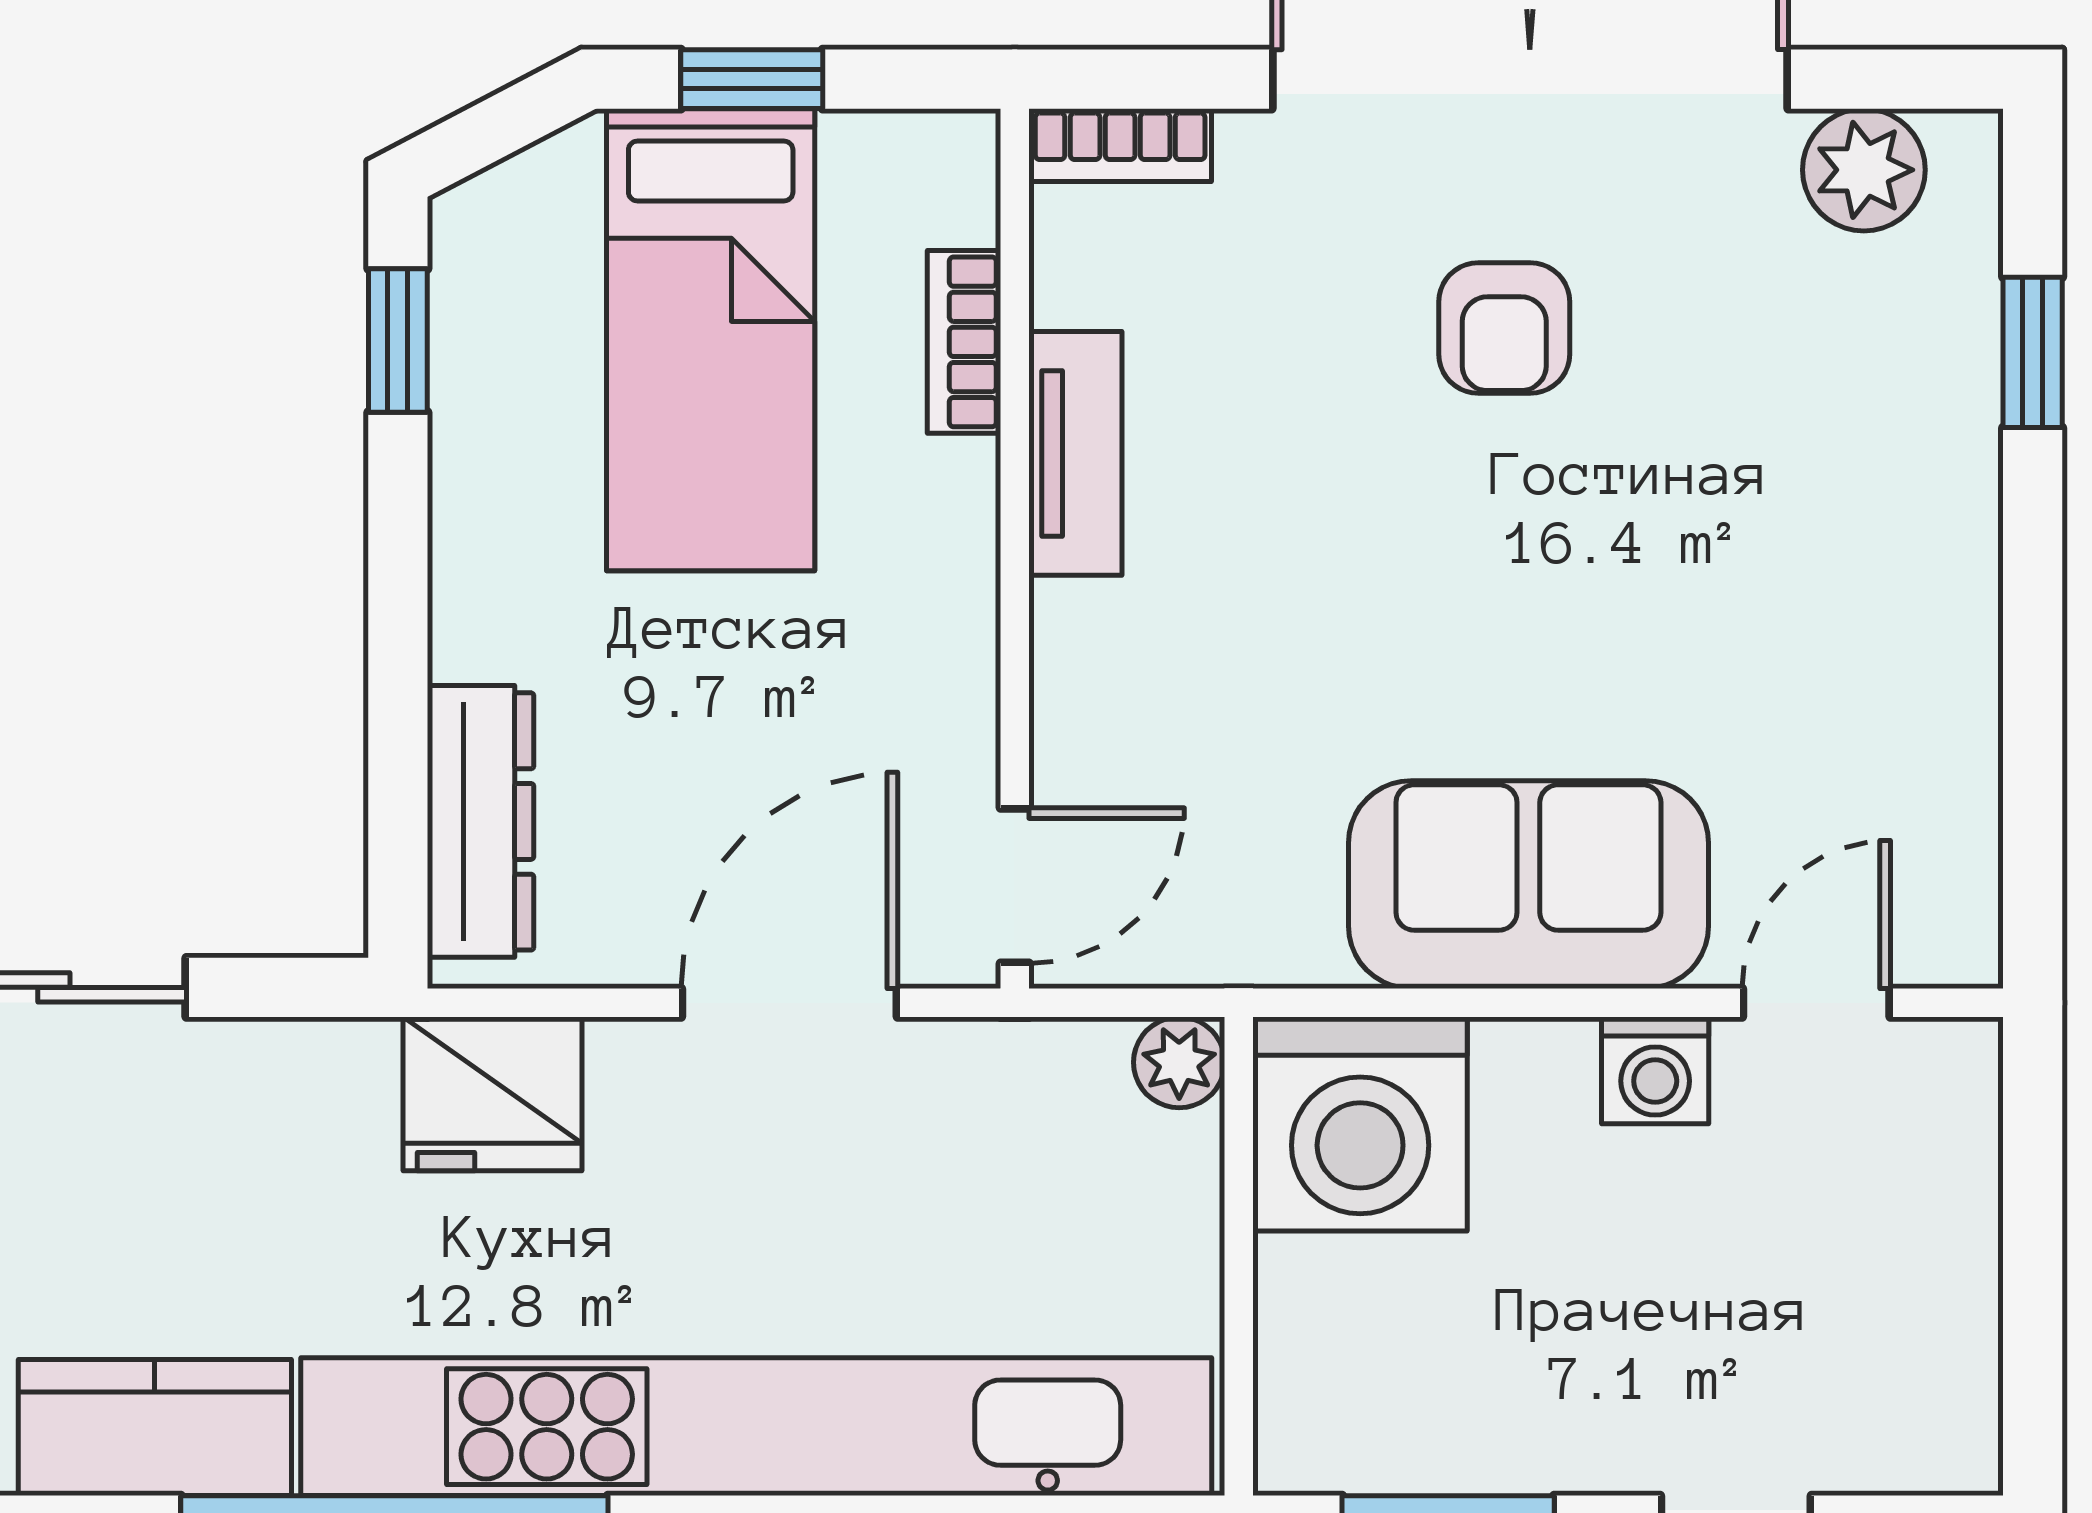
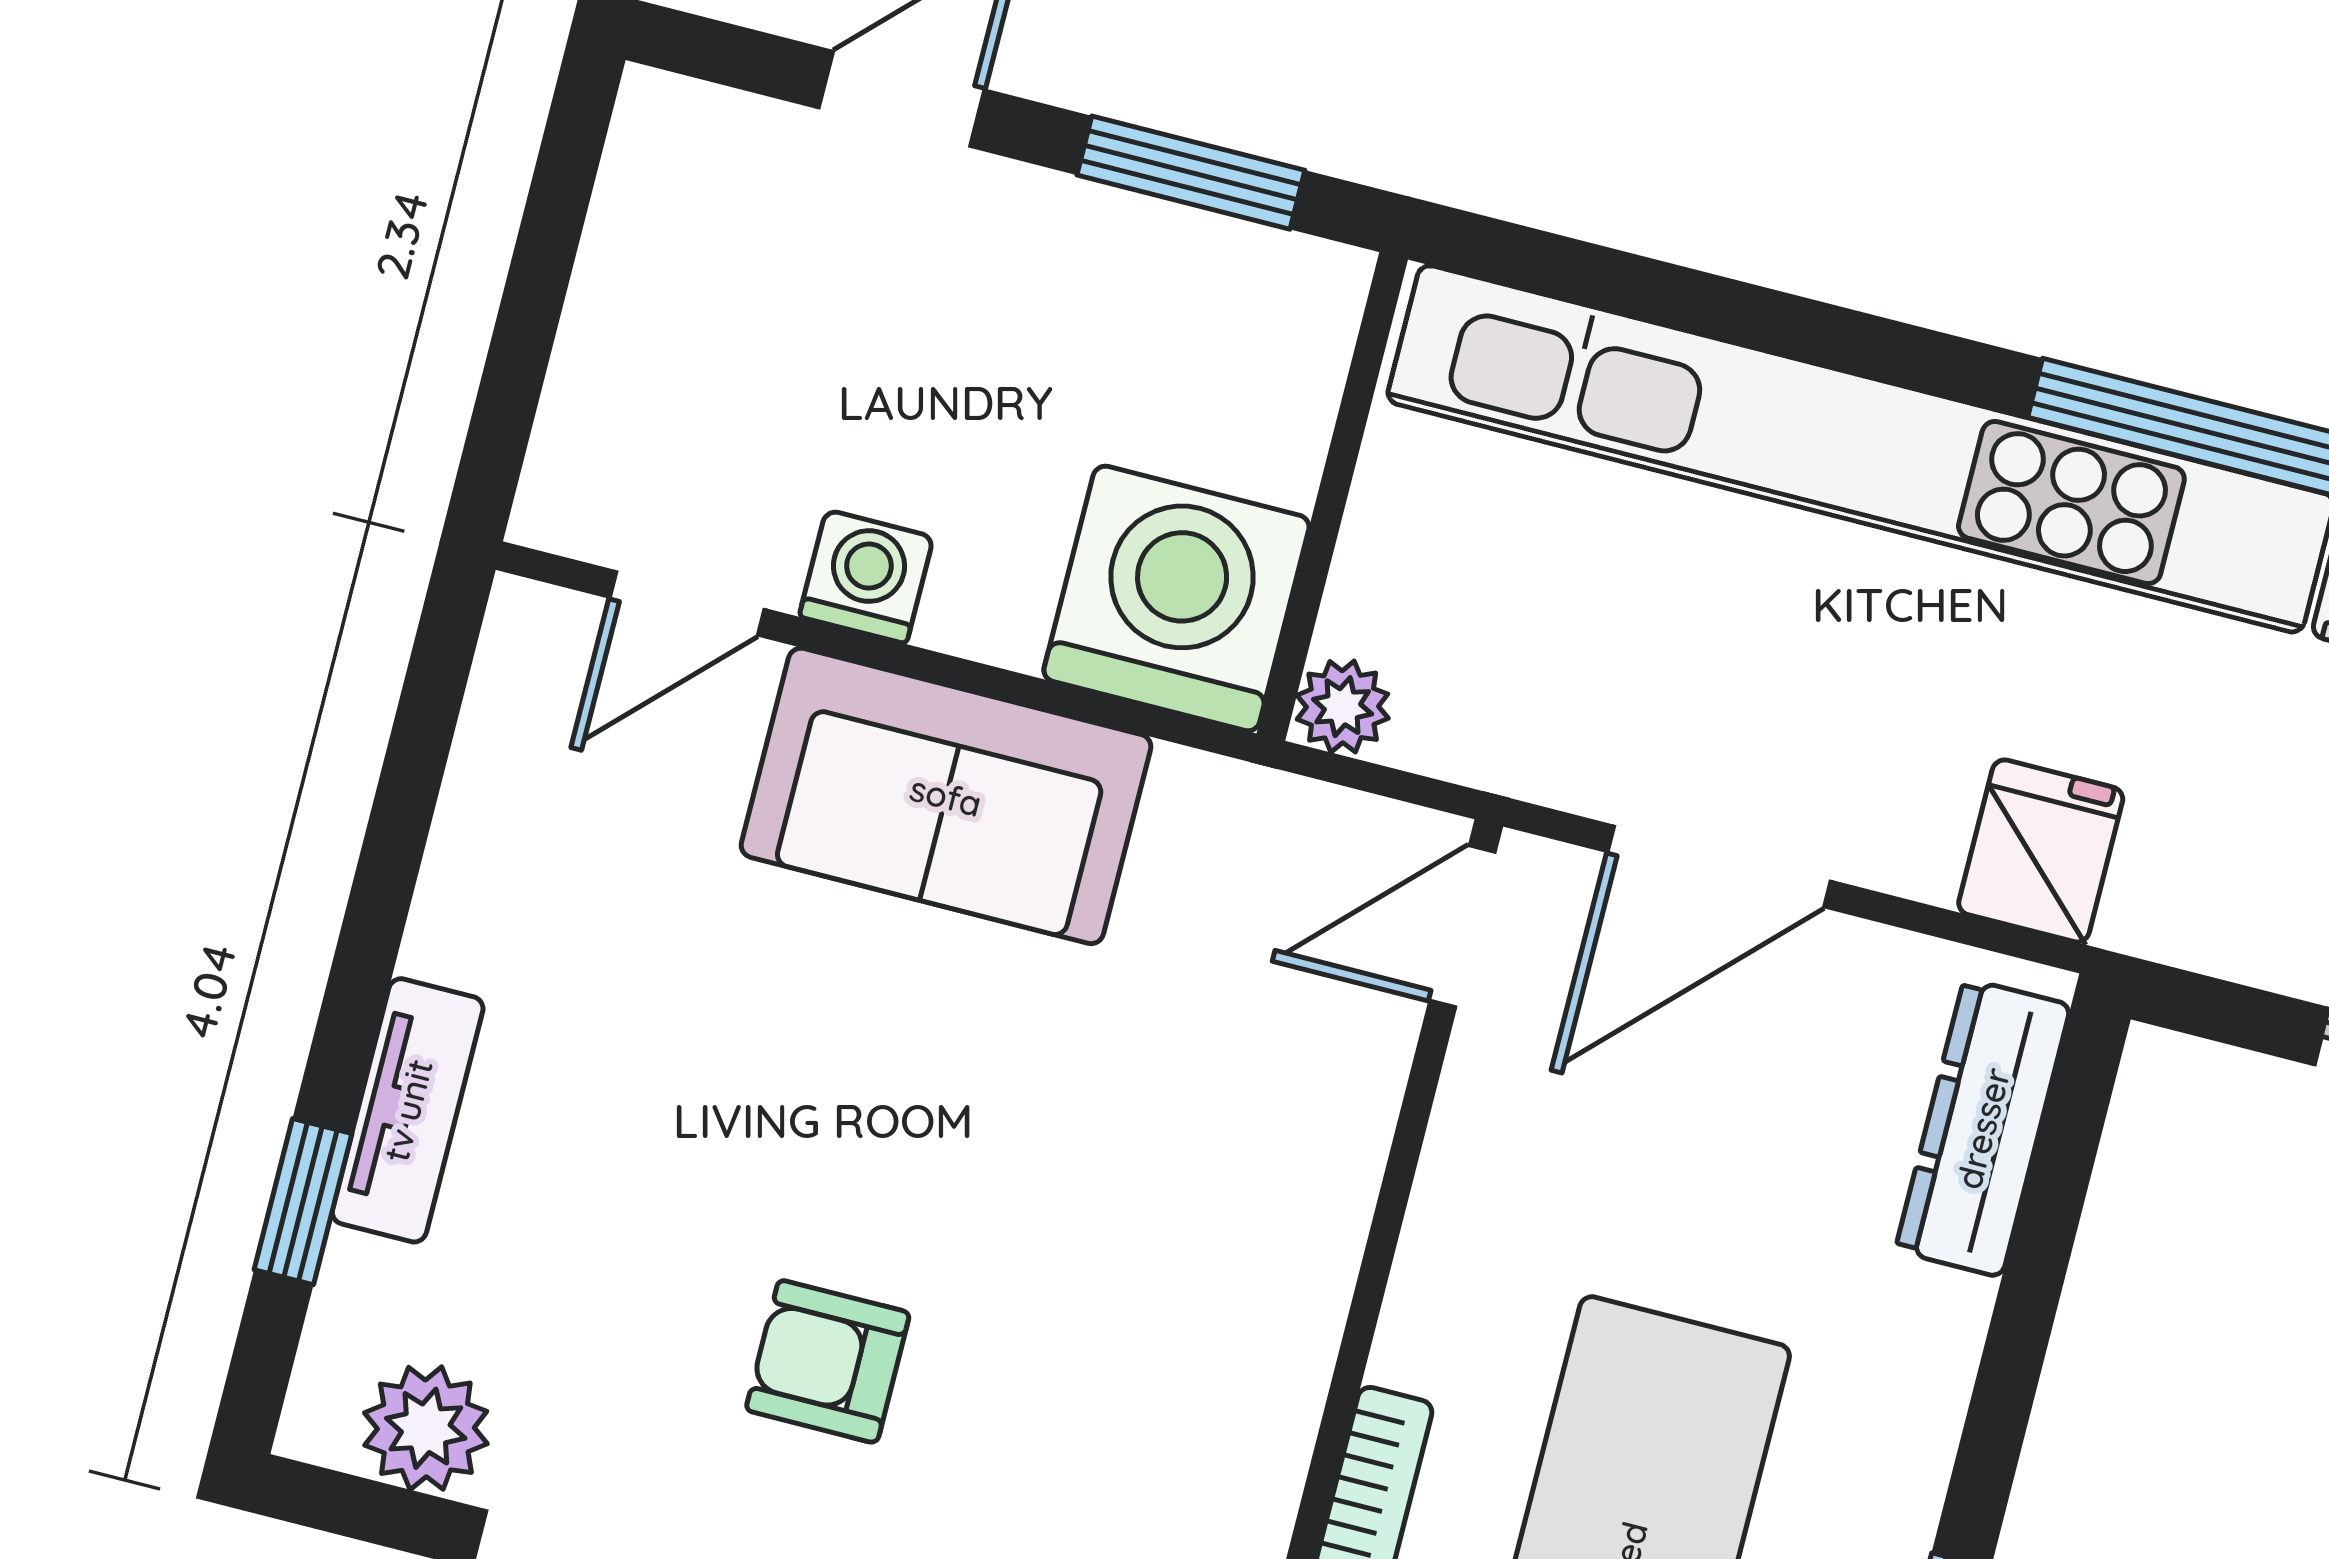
armchair: (1504, 328) -> (828, 1361), turned -90
tv unit: (1075, 453) -> (408, 1110), moved, turned 180
fridge: (492, 1094) -> (2041, 851), width x0.72

